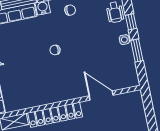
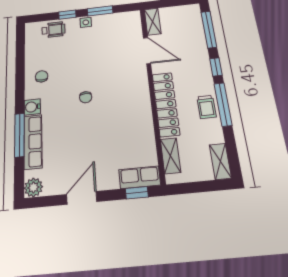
door: (101, 96) -> (147, 51), swing flipped
shelving: (129, 98) -> (153, 22), added

